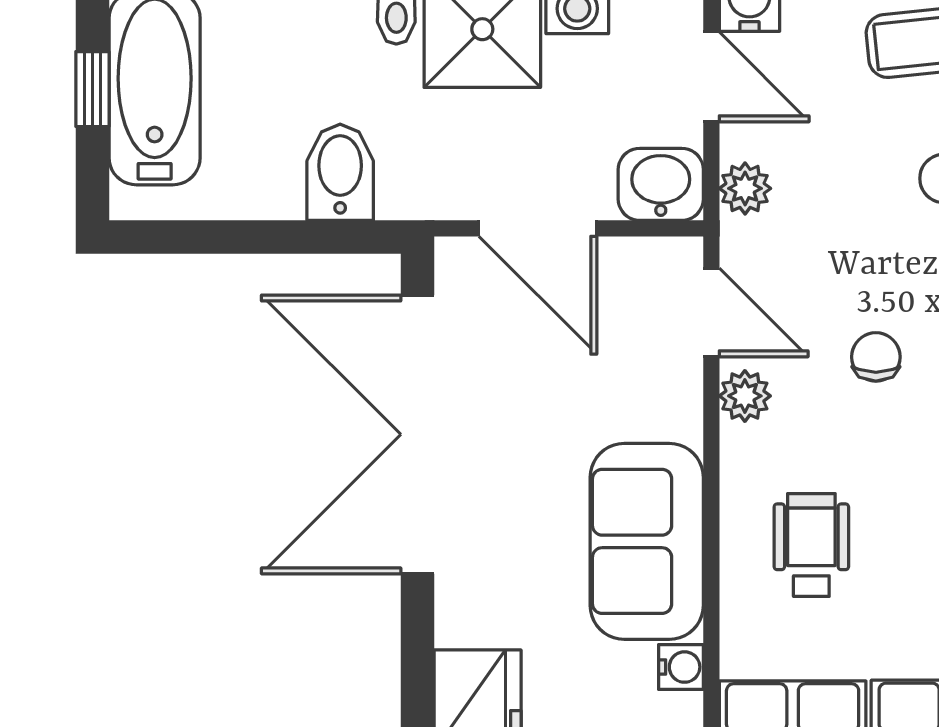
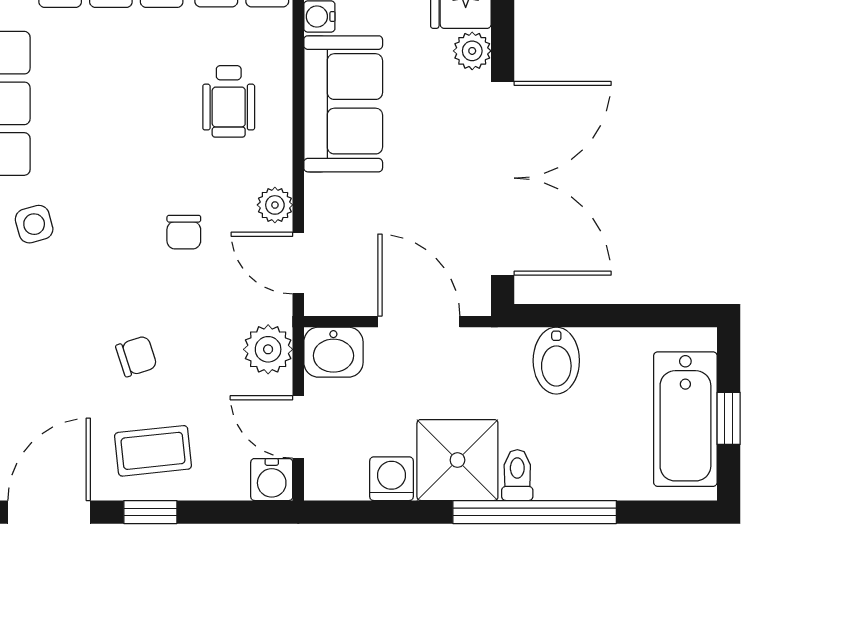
plant: (745, 188) -> (268, 349), width x1.38, depth x1.38
plant: (461, 618) -> (472, 51), added

